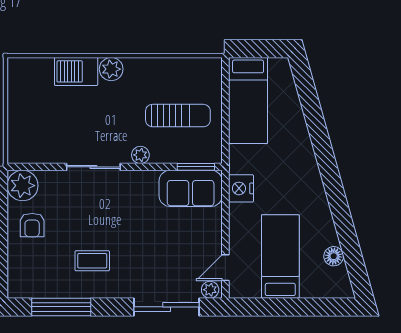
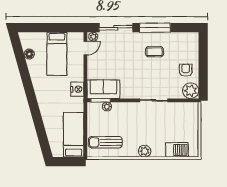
barbecue: (76, 71) -> (177, 150), moved
sun lounger: (178, 116) -> (105, 142), moved
plant: (140, 155) -> (107, 107), moved
window: (61, 307) -> (155, 28), moved

